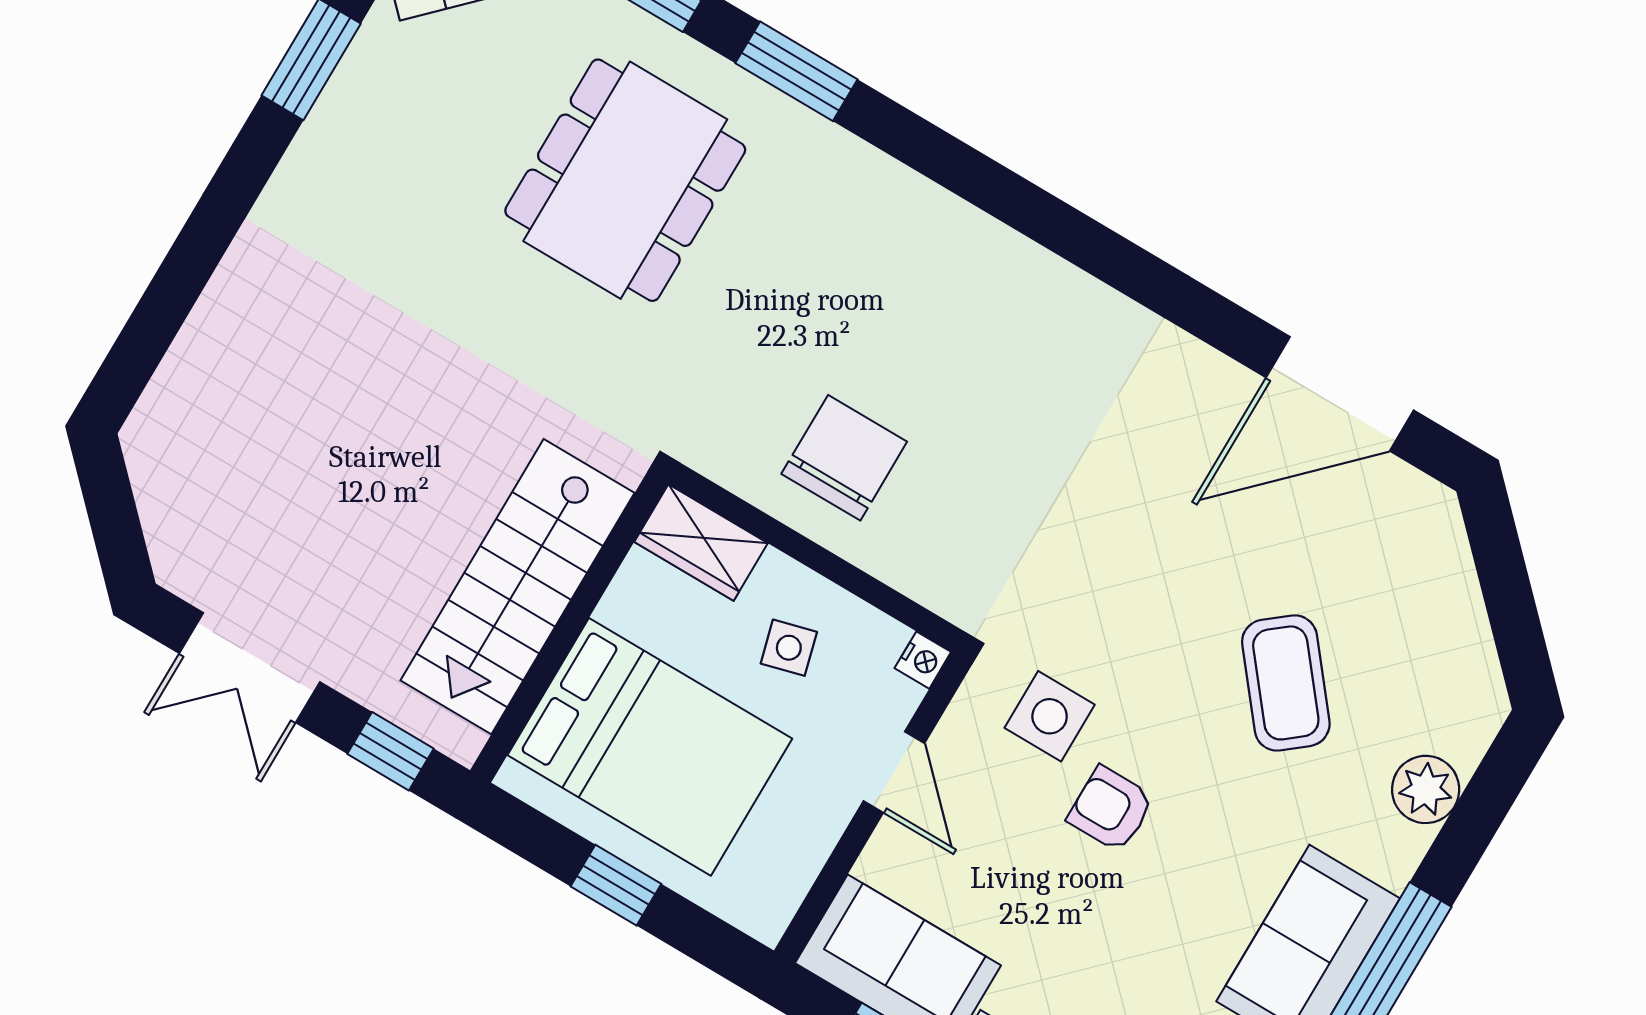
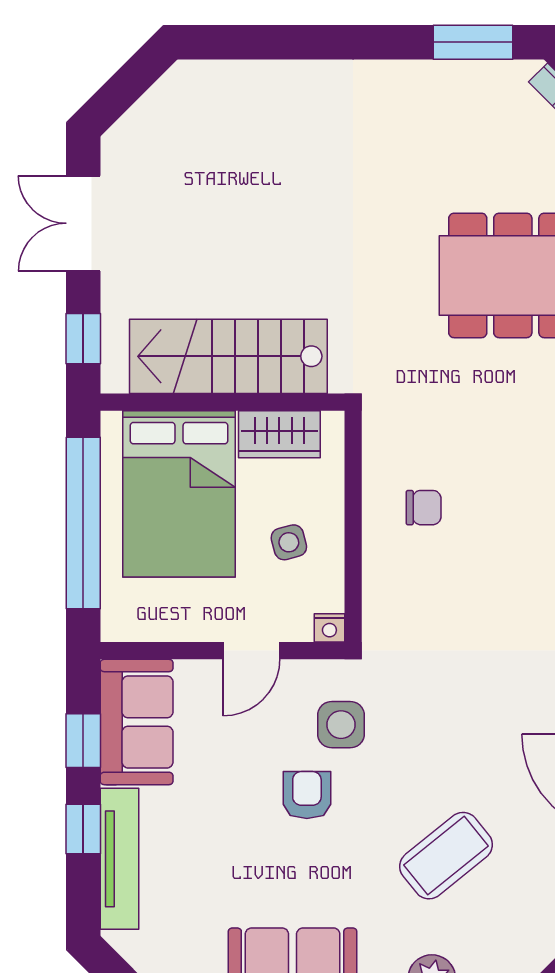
chair: (844, 458) -> (424, 508), width x0.54, depth x0.54
wardrobe: (701, 542) -> (279, 434), moved, turned -90
window: (616, 885) -> (83, 523), width x3.17

